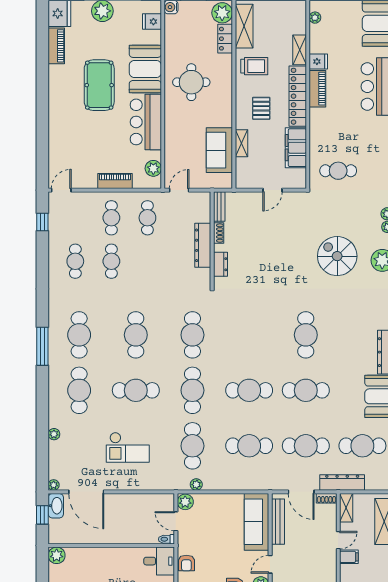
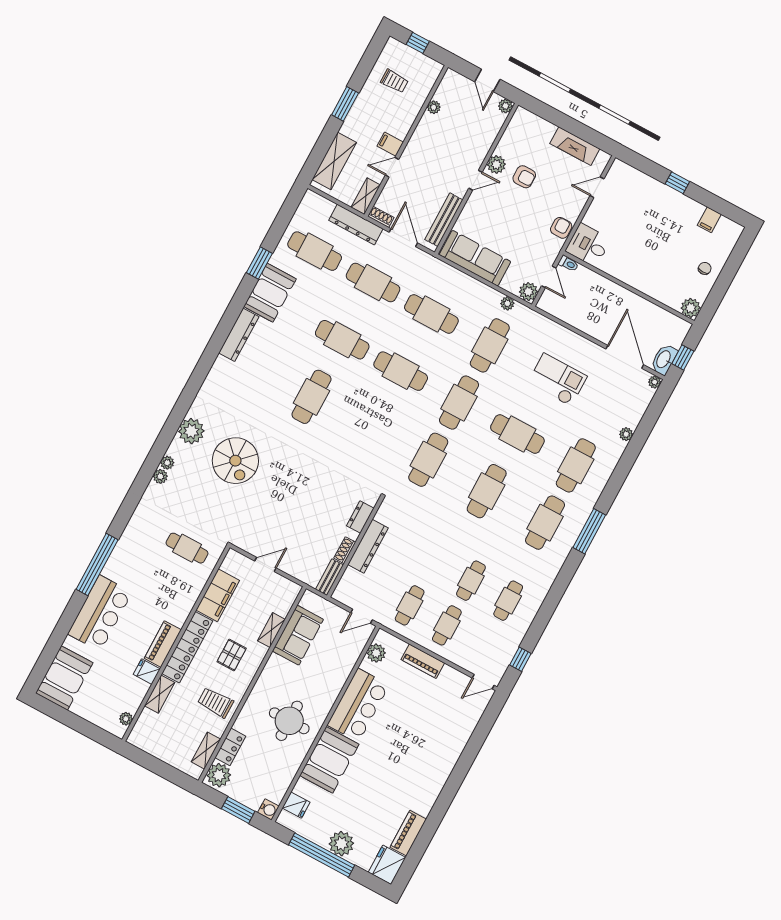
shelving: (244, 26) -> (206, 751), width x0.67, depth x0.75
pool table: (99, 85) -> (386, 769), removed
sofa: (257, 522) -> (475, 258), moved, turned -90

